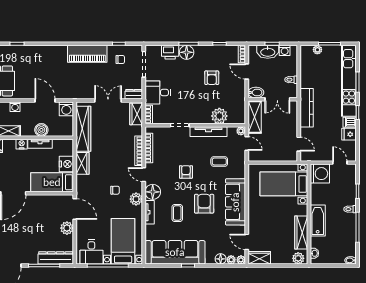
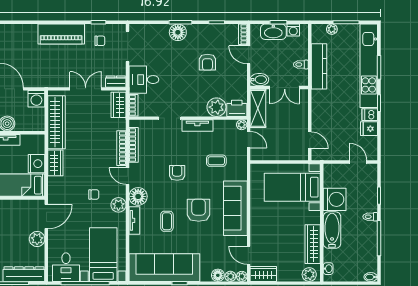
printer: (170, 52) -> (237, 108), moved, turned 180
kitchen counter: (307, 108) -> (319, 66), moved
tv unit: (209, 132) -> (197, 126), width x0.71
washing machine: (320, 174) -> (335, 199), moved
door: (75, 209) -> (46, 217), hinge flipped

